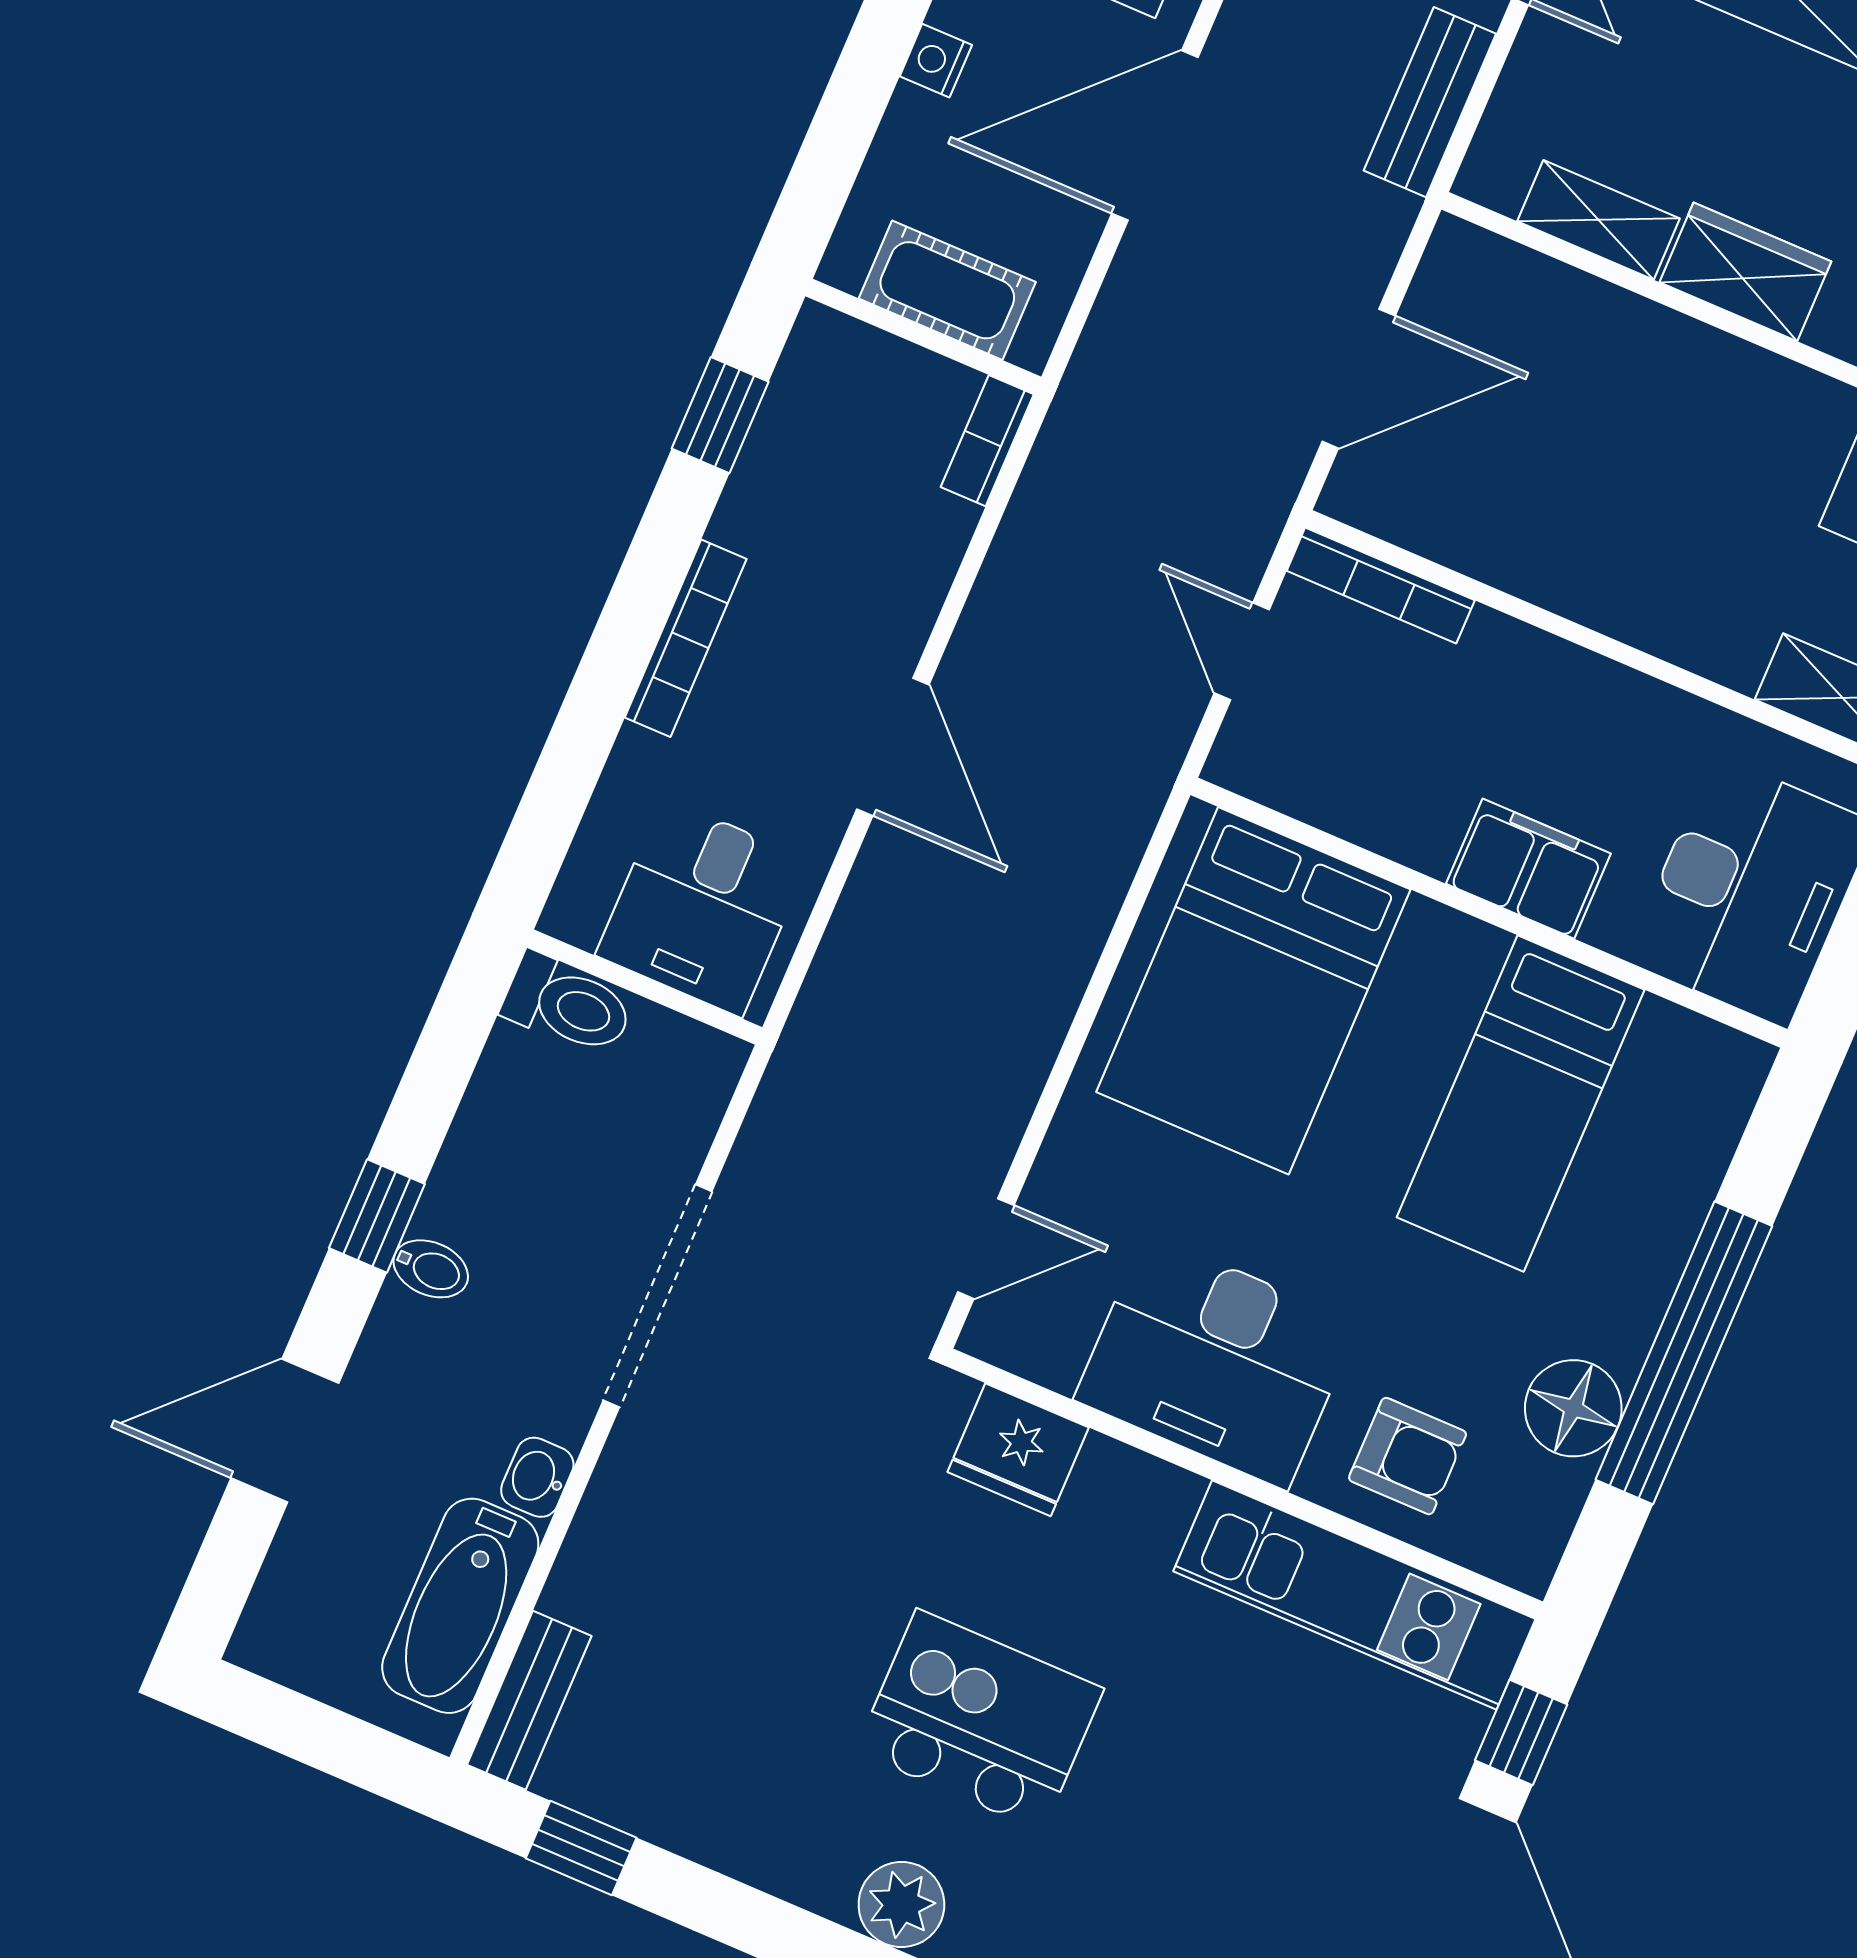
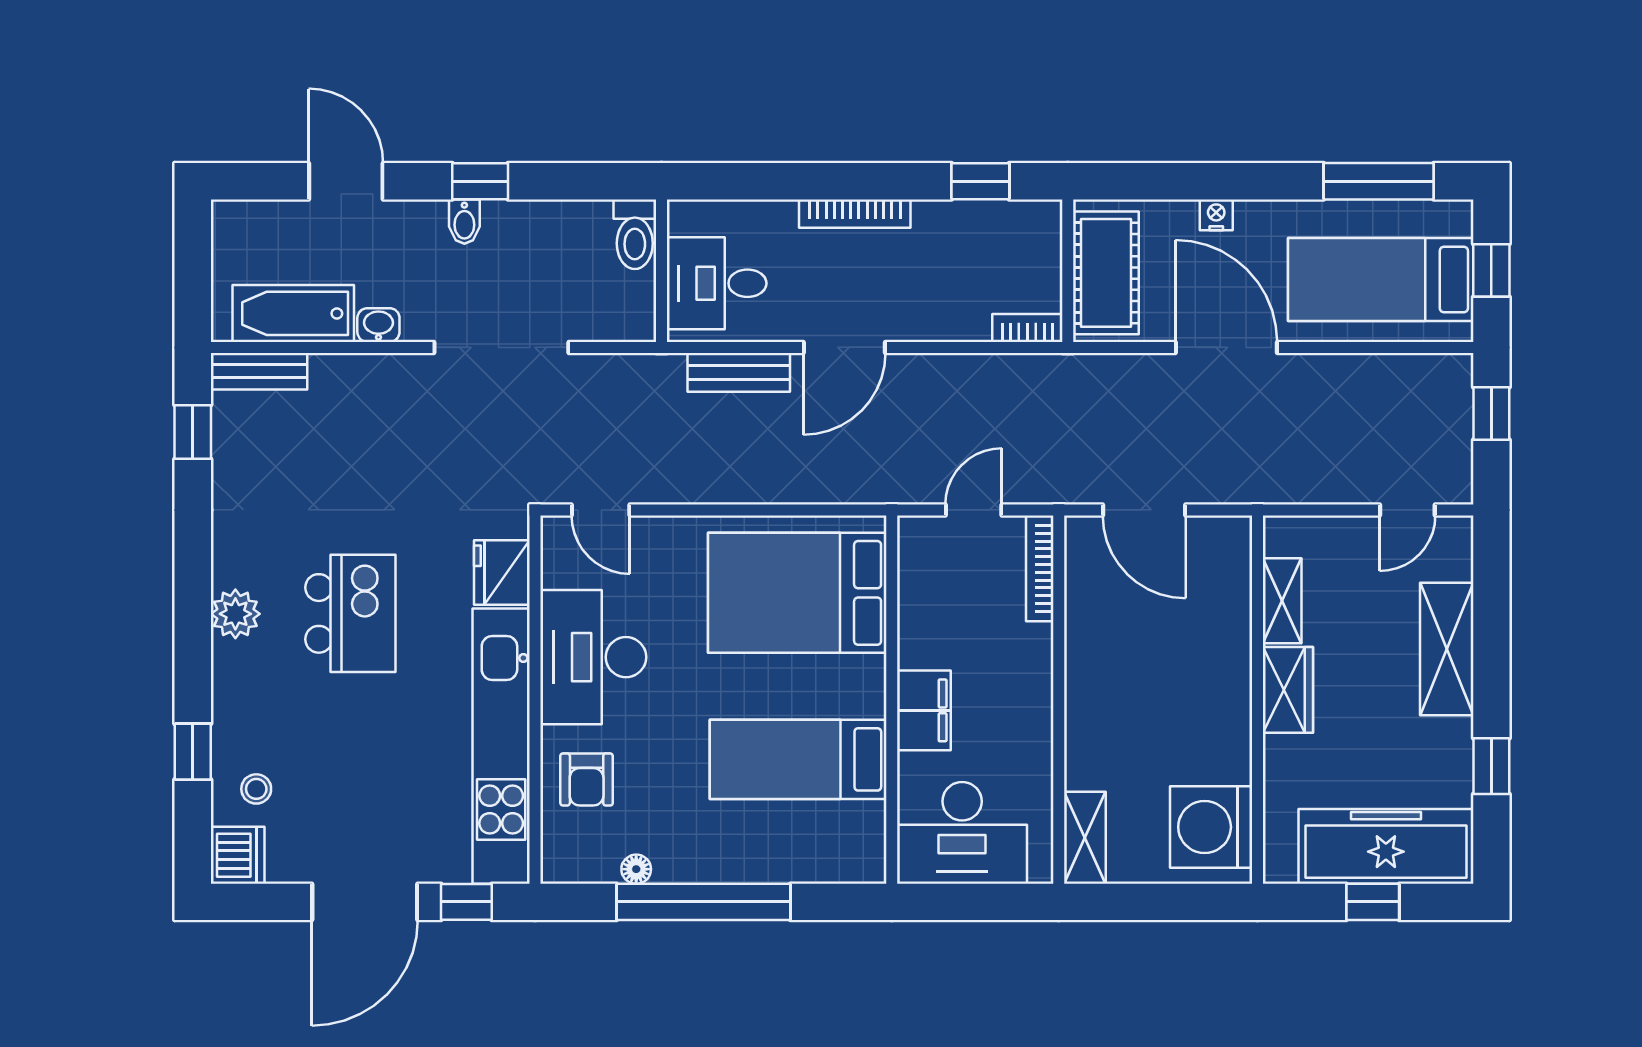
bench: (1430, 102) -> (739, 372), moved
cot: (947, 290) -> (1106, 273), width x1.37, depth x1.34
floor lamp: (1573, 1408) -> (636, 869), width x0.53, depth x0.53
kitchen unit: (1354, 1595) -> (501, 746), width x1.36

